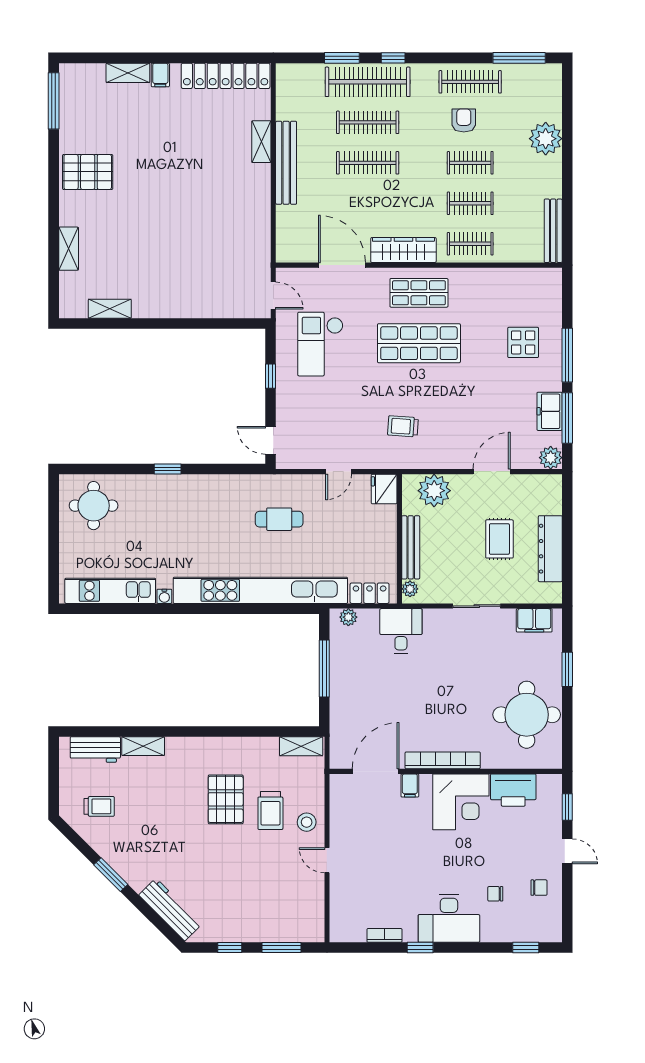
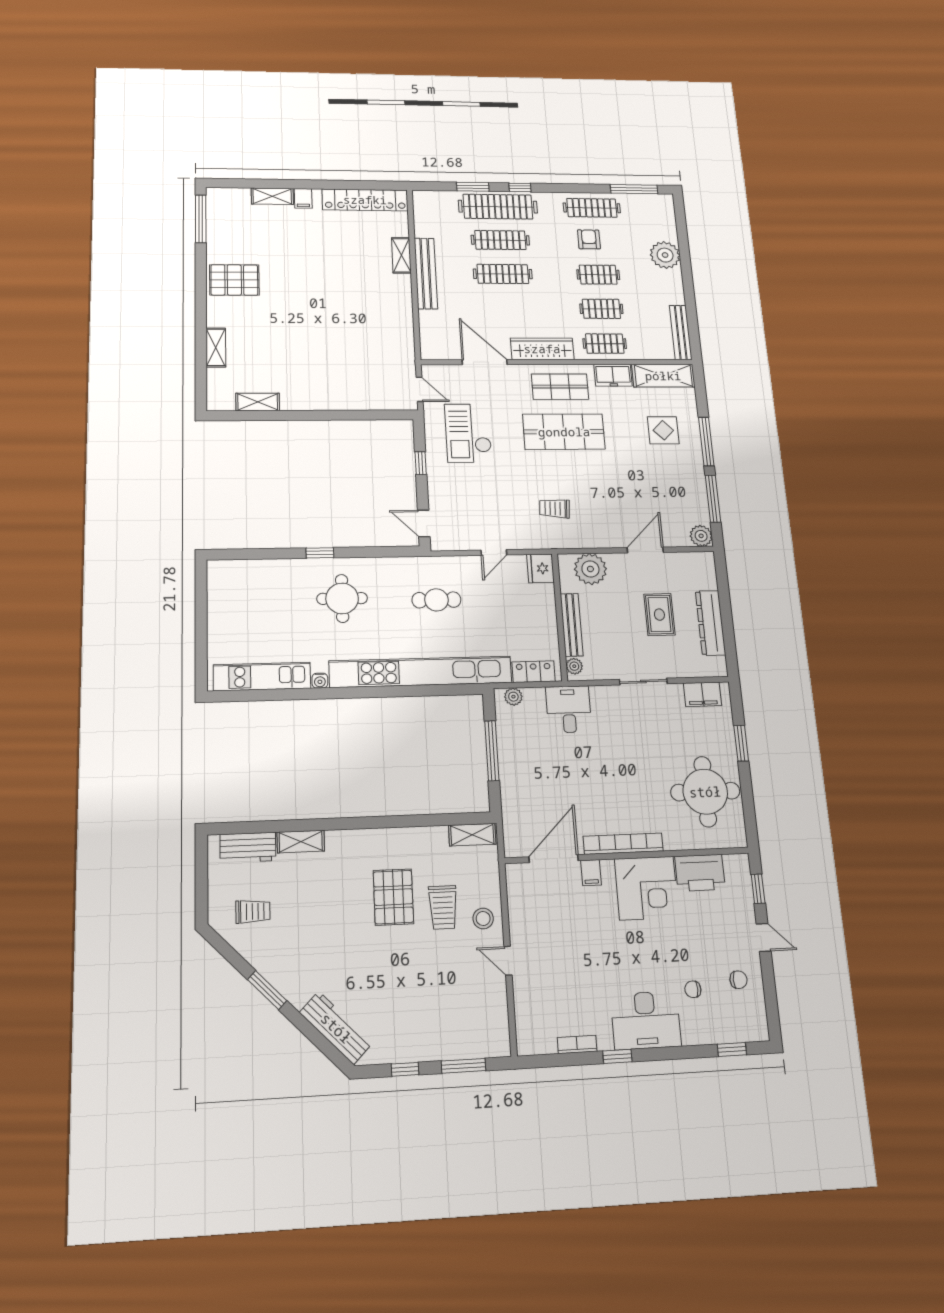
shelving: (529, 281) -> (663, 376), added
freezer: (550, 411) -> (613, 375), moved, turned -90
round table: (94, 506) -> (342, 598), moved

